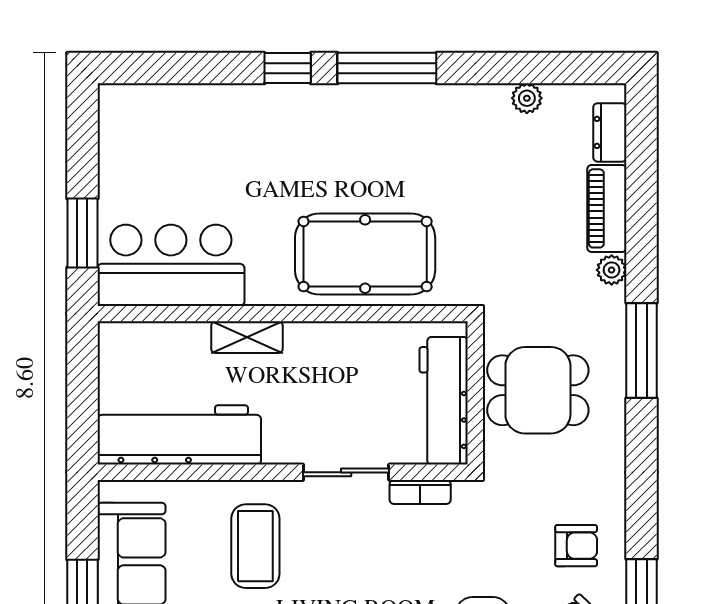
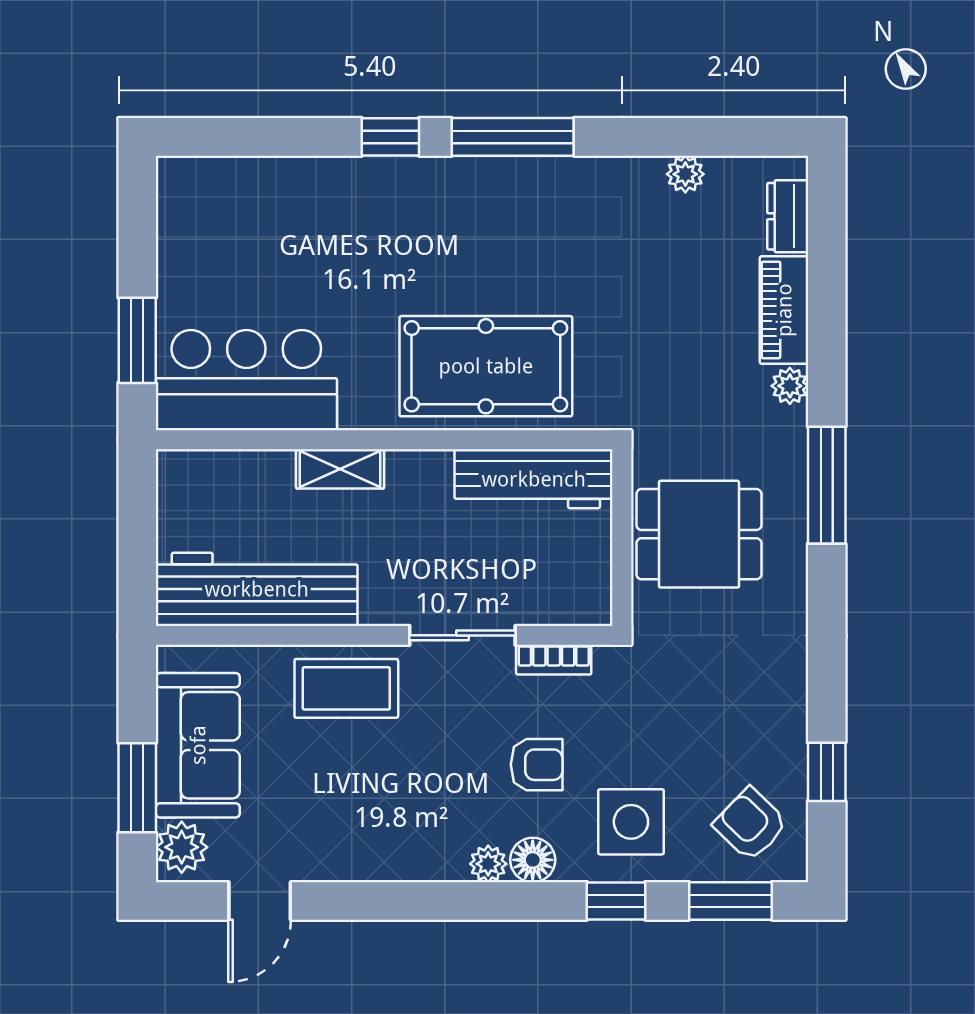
workbench: (444, 401) -> (534, 479), moved, turned -90
coffee table: (255, 546) -> (346, 688), moved, turned 90
armchair: (576, 546) -> (537, 765), moved

